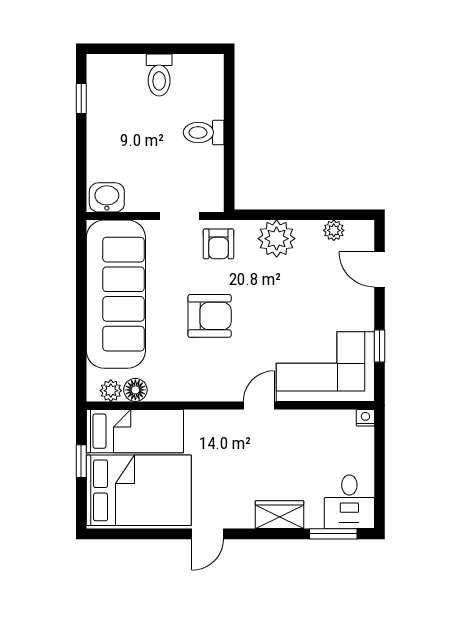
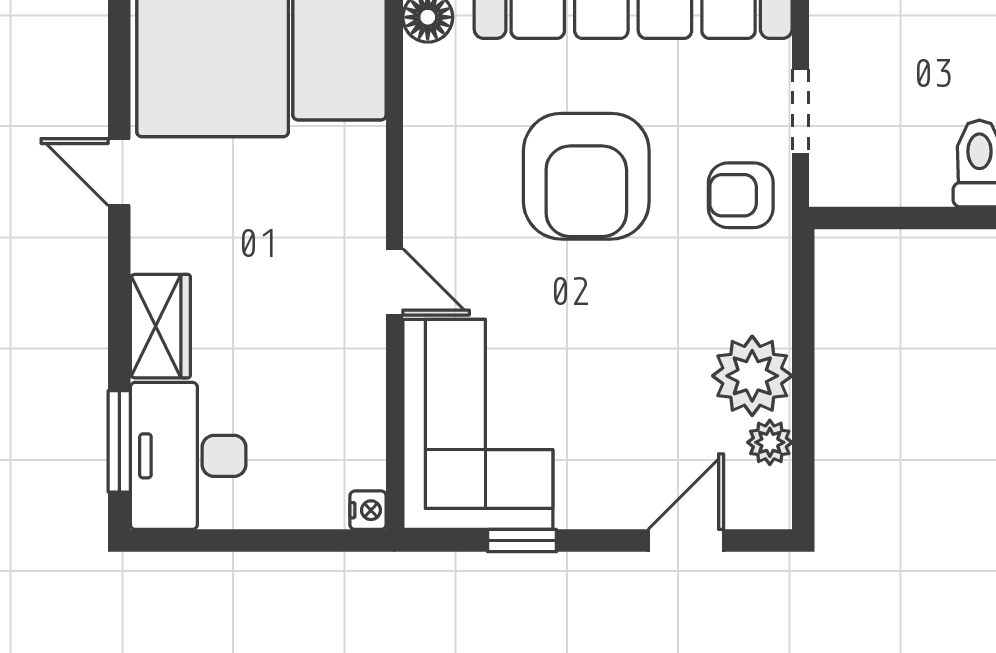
plant: (277, 239) -> (752, 376), moved
armchair: (210, 316) -> (586, 176), width x1.36, depth x1.36
desk: (349, 502) -> (188, 456), width x1.37

